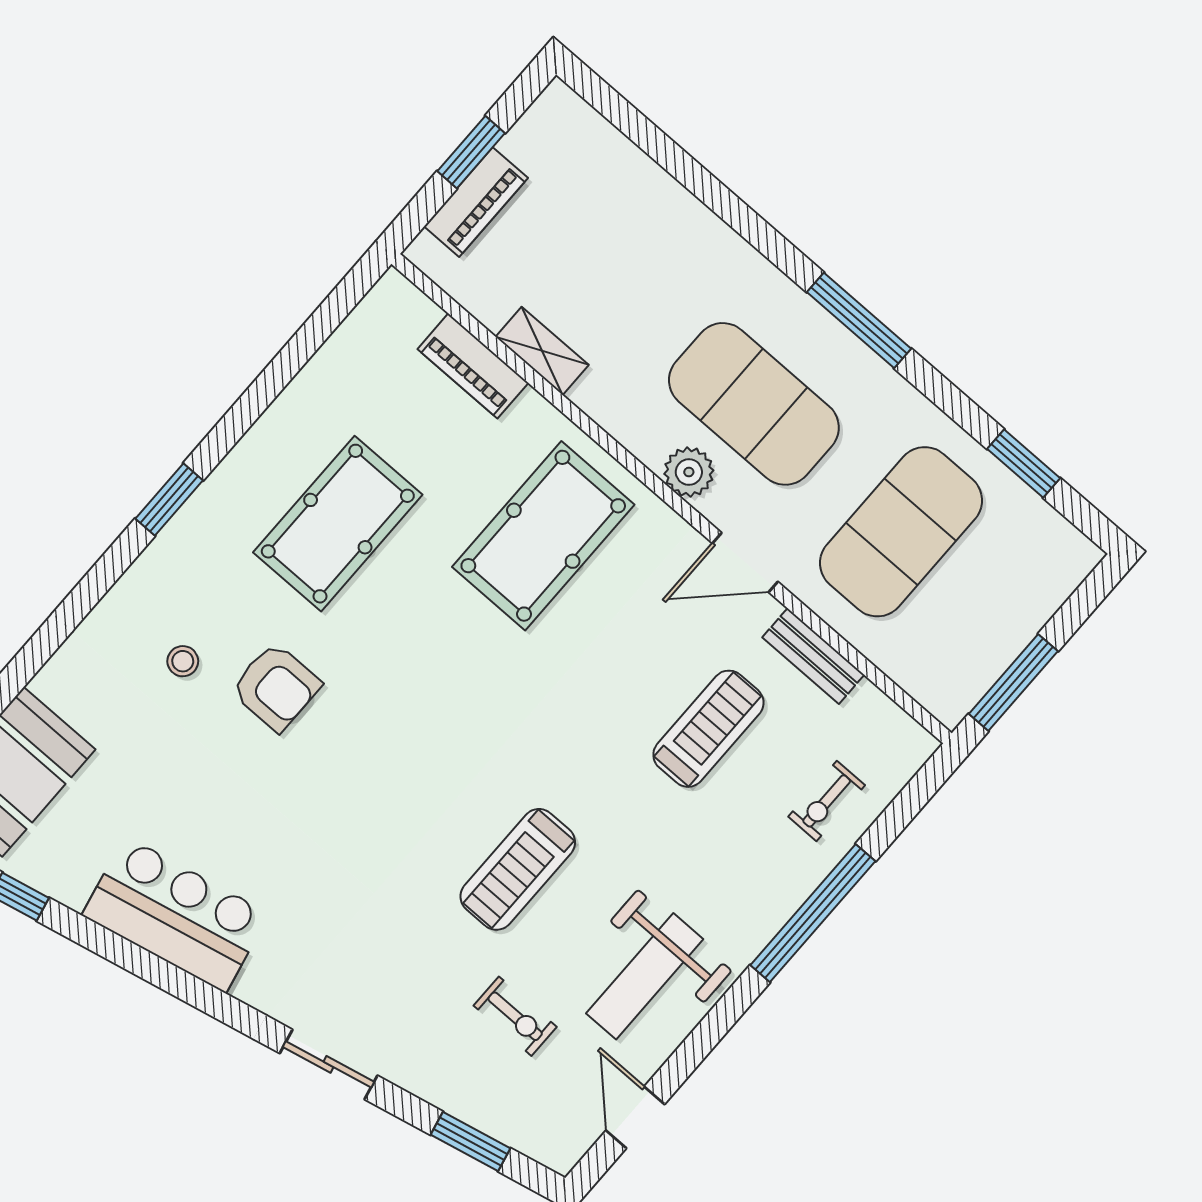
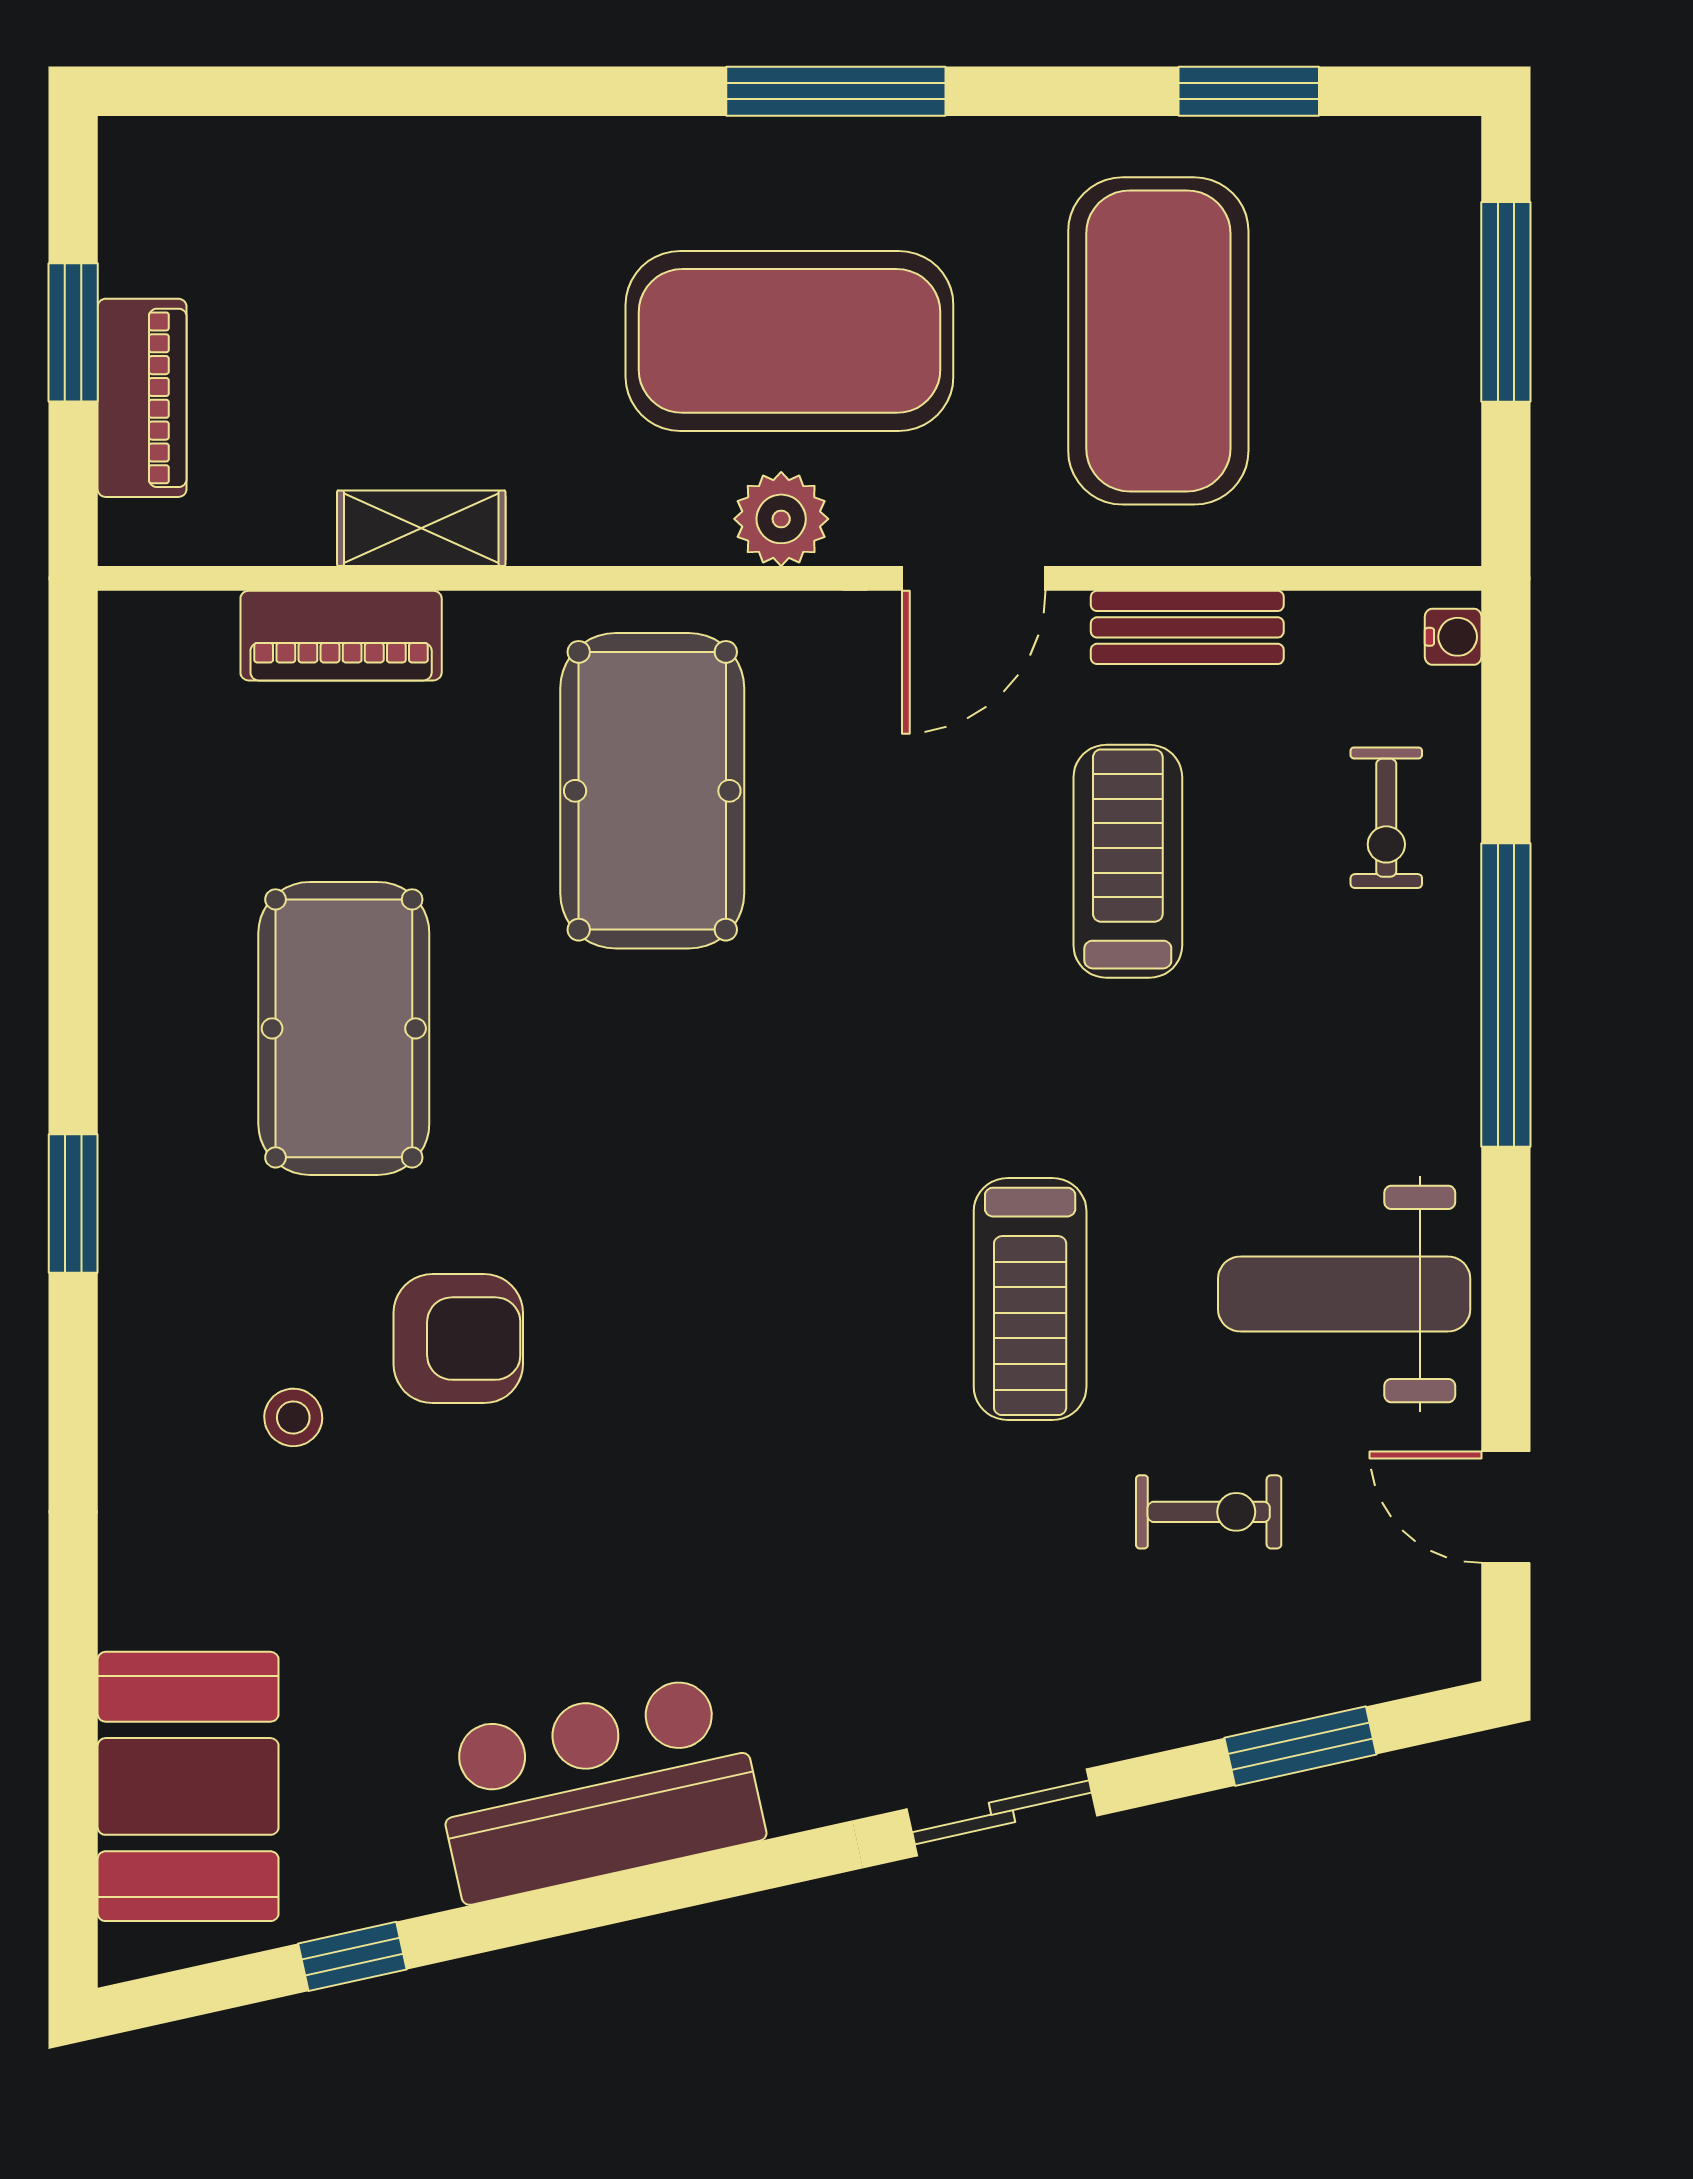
window: (1013, 683) -> (1506, 302), moved
water cooler: (916, 752) -> (1453, 637), added
weight bench: (645, 976) -> (1344, 1294), turned 90

